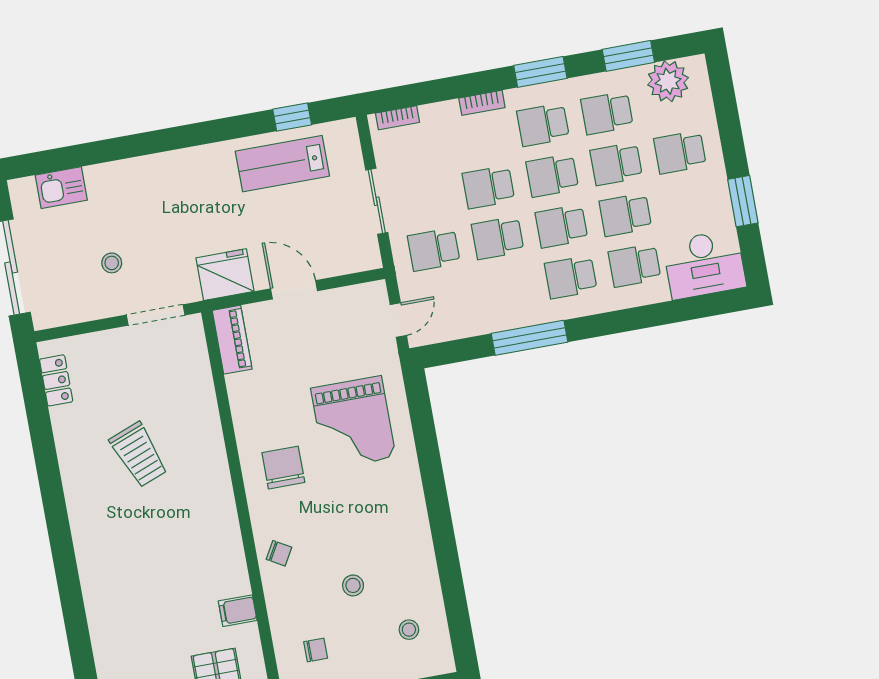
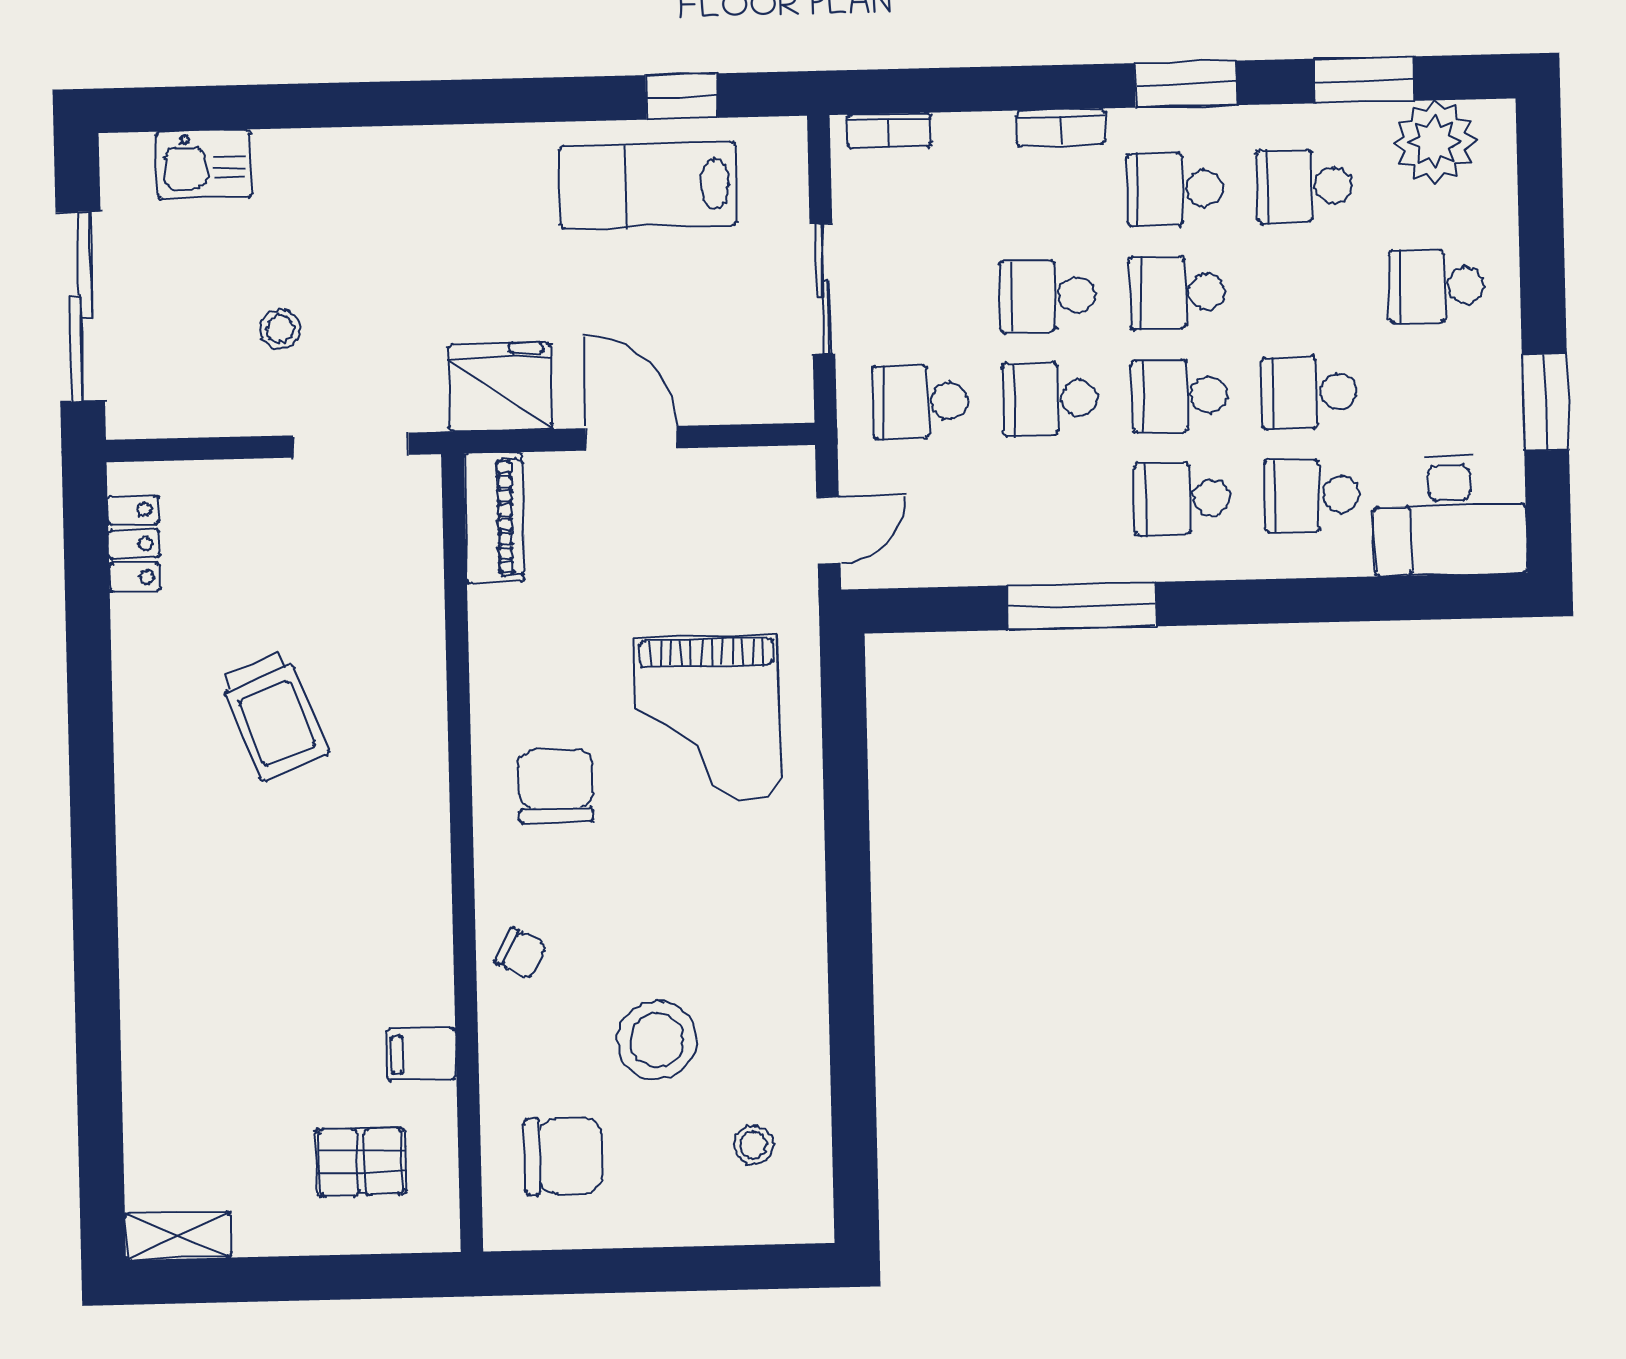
school desk: (616, 164) -> (1307, 289), removed
stool: (353, 585) -> (657, 1040), width x1.89, depth x1.89
chair: (316, 650) -> (563, 1156), width x1.87, depth x1.87

